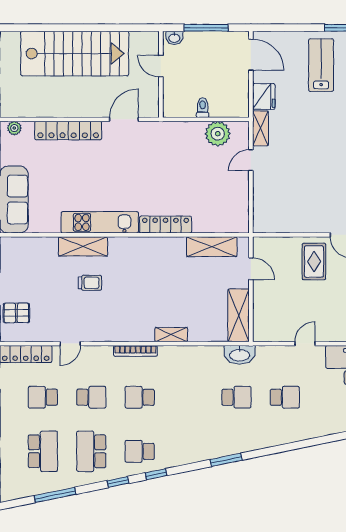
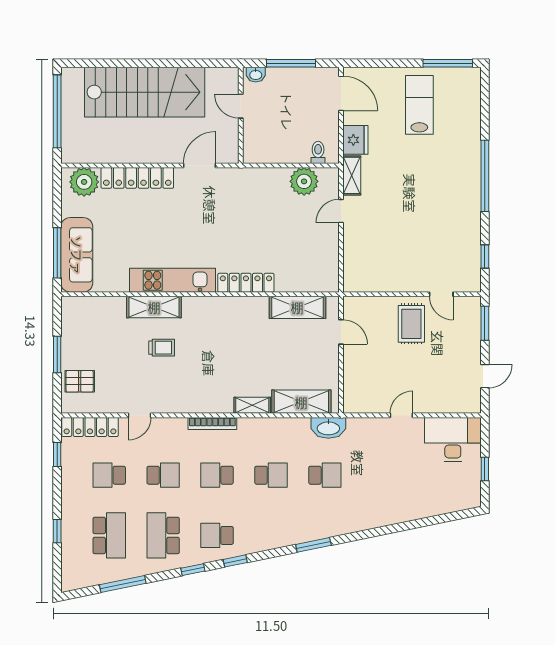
toilet: (203, 108) -> (318, 152), moved
plant: (14, 128) -> (84, 182), width x1.88, depth x1.88
shelving: (239, 315) -> (301, 402), moved, turned 90
school desk: (285, 397) -> (271, 475), moved

